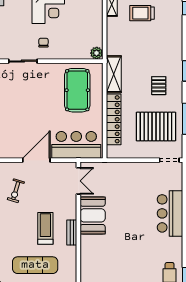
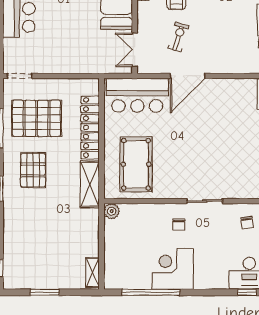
trolley: (142, 13) -> (54, 262), removed
pallet: (159, 86) -> (33, 170), width x1.50, depth x1.42
exercise bike: (16, 191) -> (178, 37), moved

